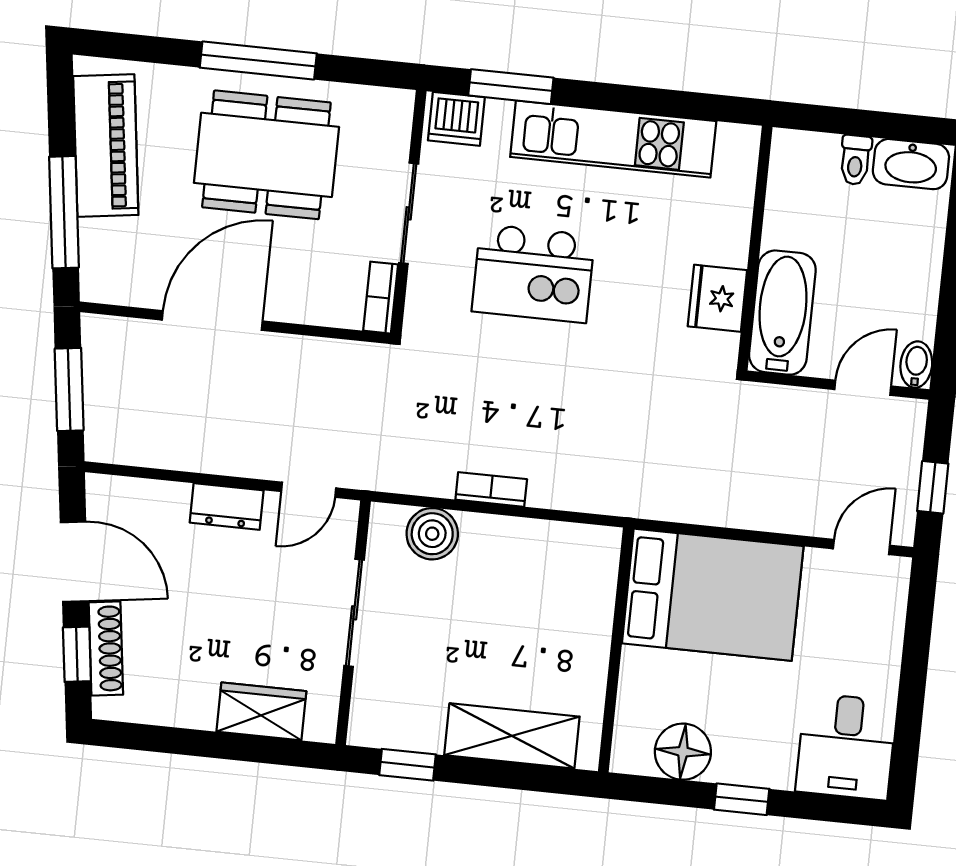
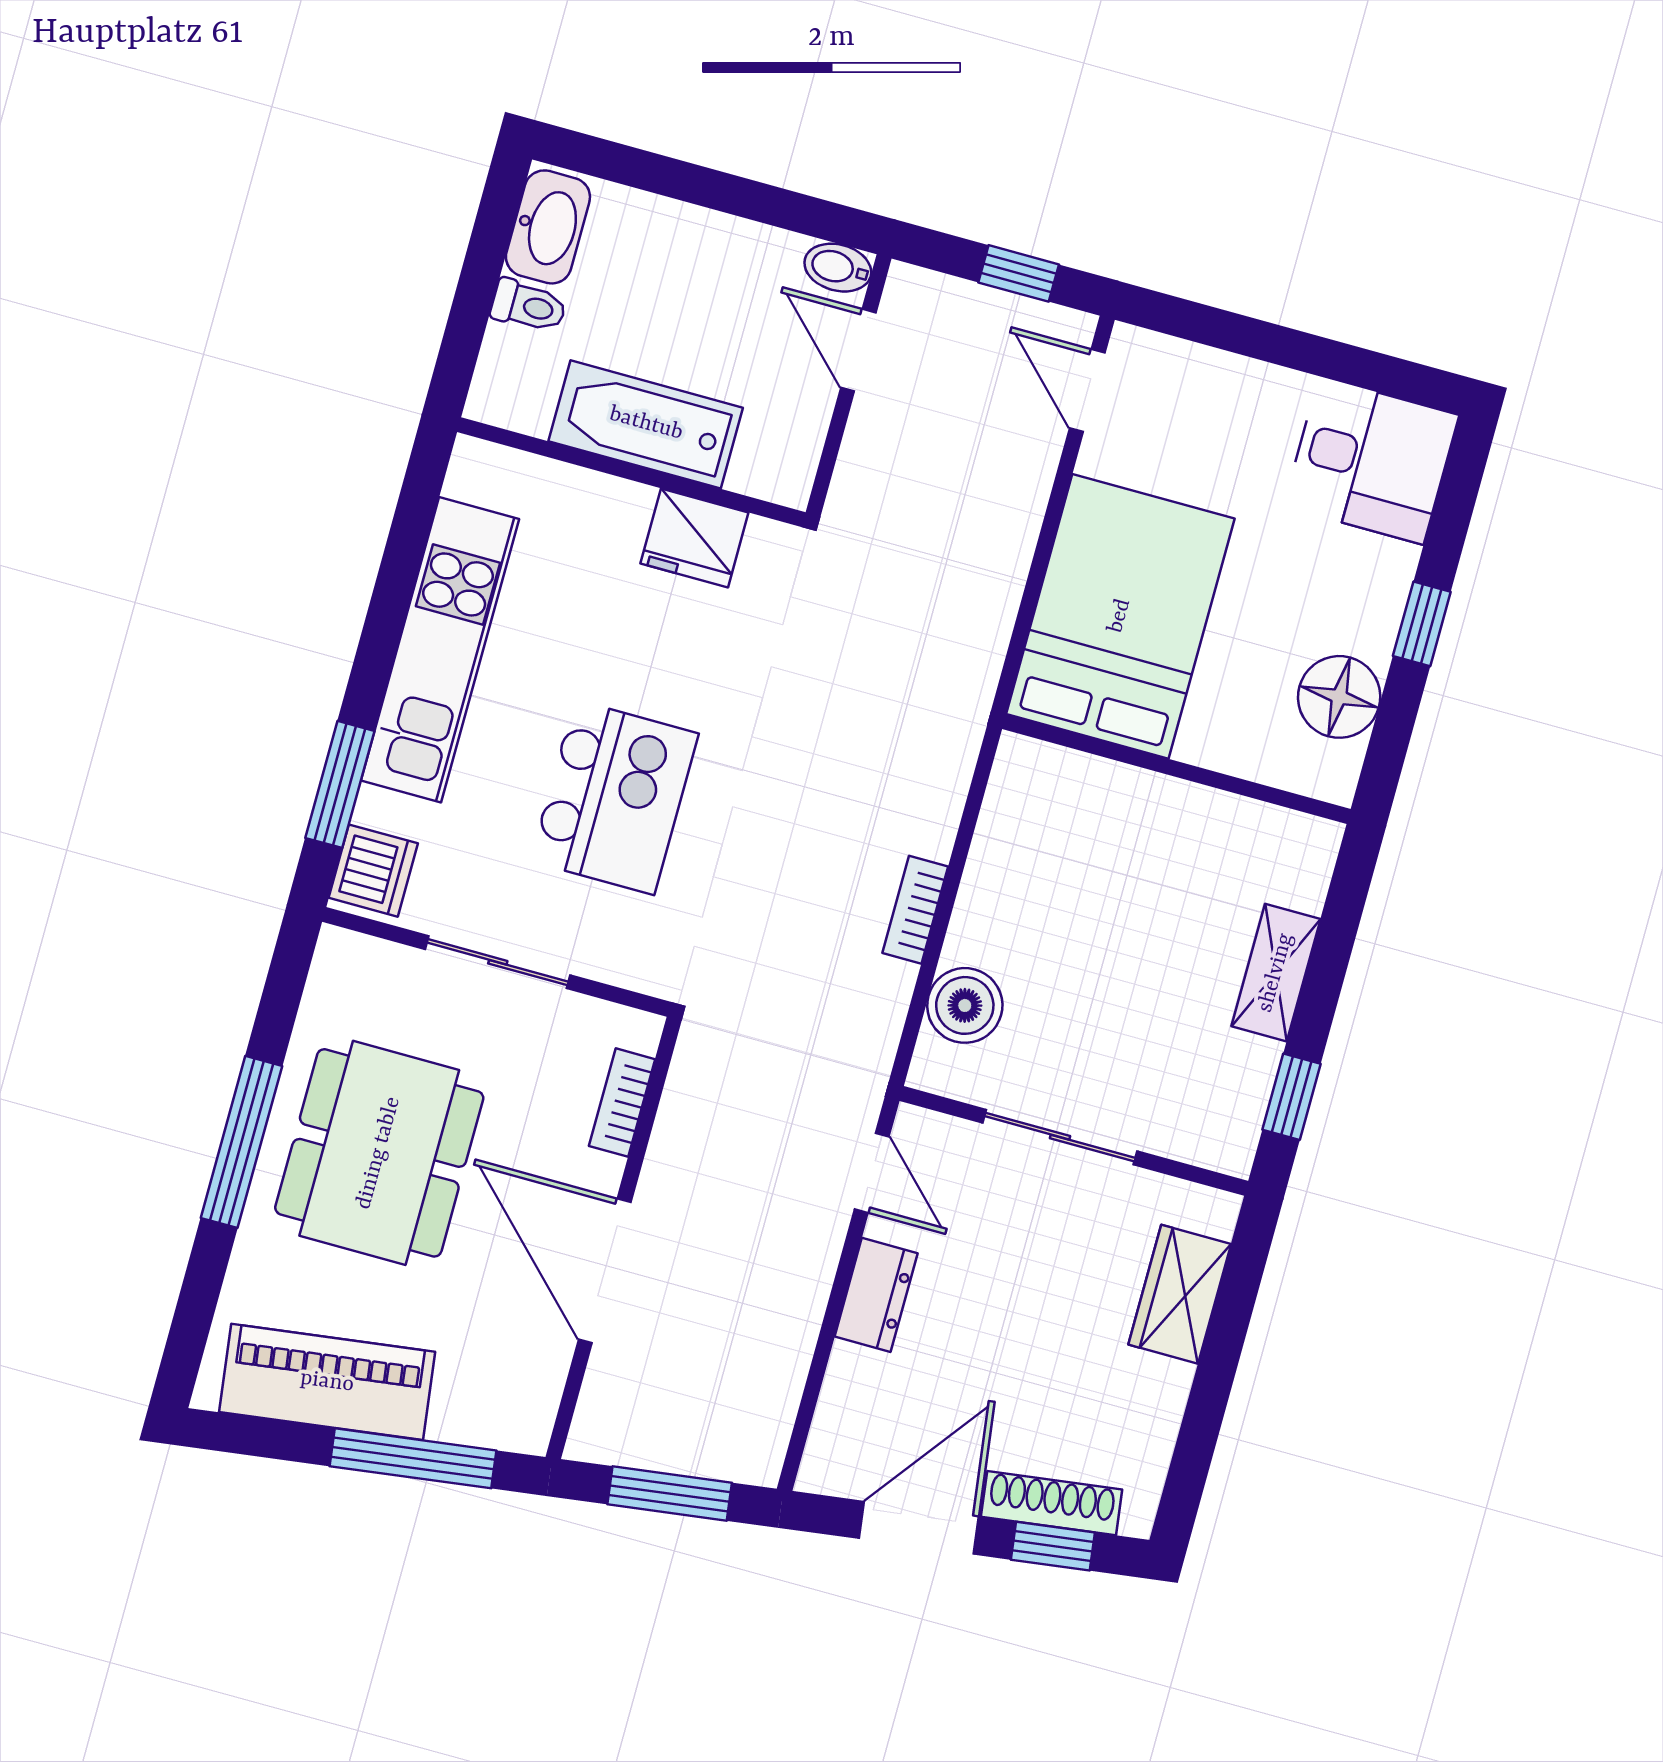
bookcase: (381, 298) -> (622, 1103), moved, turned 90
bathtub: (782, 313) -> (646, 424), moved
shelving: (512, 736) -> (1276, 973), width x0.67, depth x0.75

